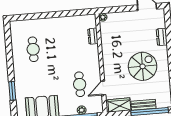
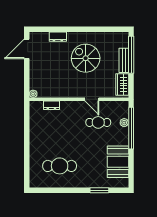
cafe table: (33, 49) -> (60, 166), width x1.37, depth x1.35
door: (103, 88) -> (92, 99), moved

